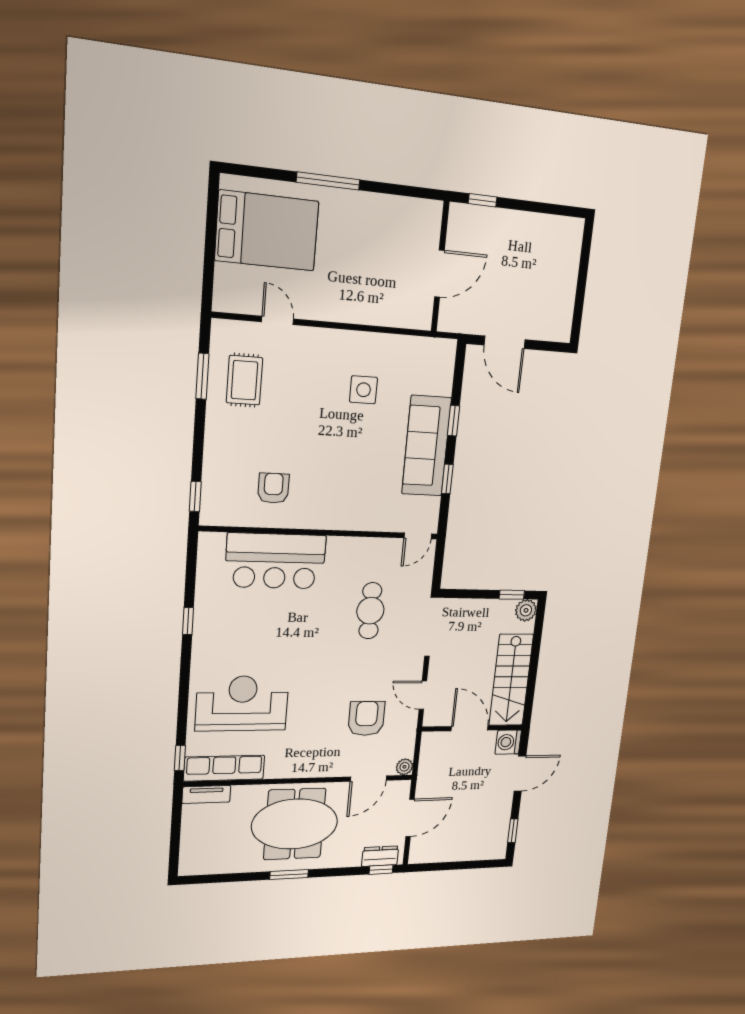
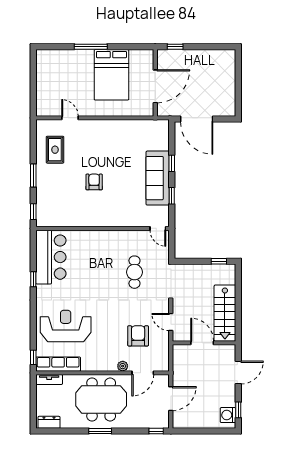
bed: (267, 231) -> (111, 75), moved, turned 90
door: (439, 274) -> (155, 86), width x1.36
door: (505, 342) -> (197, 119), width x1.36
window: (202, 376) -> (33, 176), moved
side table: (364, 390) -> (119, 150), removed
armchair: (273, 488) -> (94, 182), moved
door: (418, 536) -> (158, 228), hinge flipped
bar counter: (275, 561) -> (51, 257), moved, turned -90
plant: (526, 610) -> (229, 271), removed
washing machine: (508, 742) -> (228, 415), moved
plant: (404, 767) -> (123, 366), moved
dresser: (380, 856) -> (49, 422), moved

